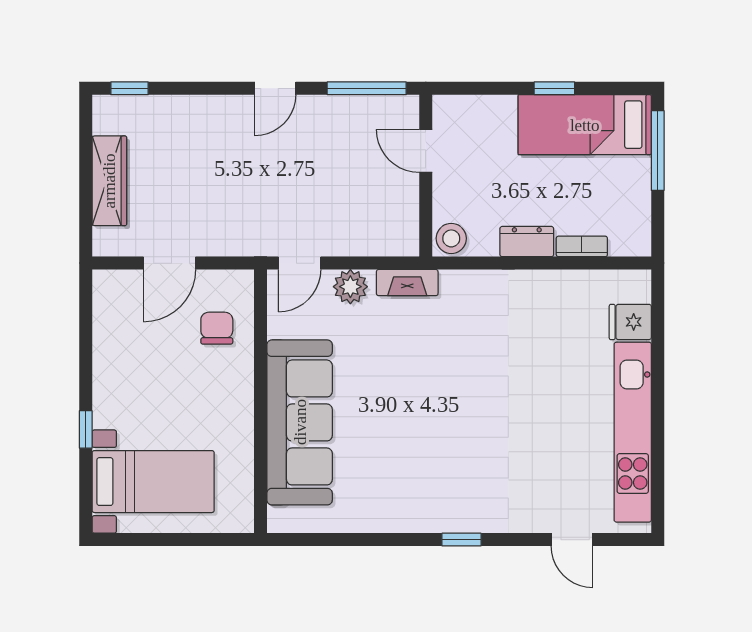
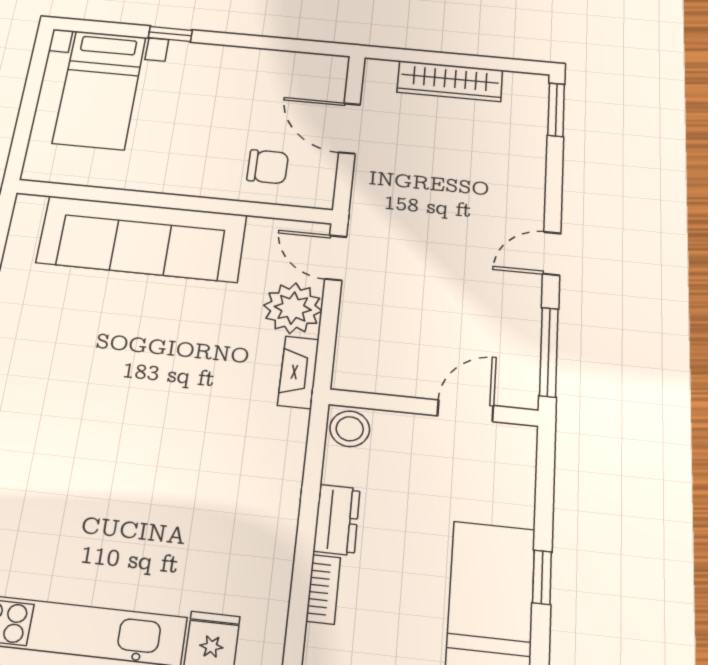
window: (129, 88) -> (556, 110), width x1.50
door: (275, 88) -> (552, 254), hinge flipped
plant: (350, 287) -> (293, 308), width x1.36, depth x1.36

